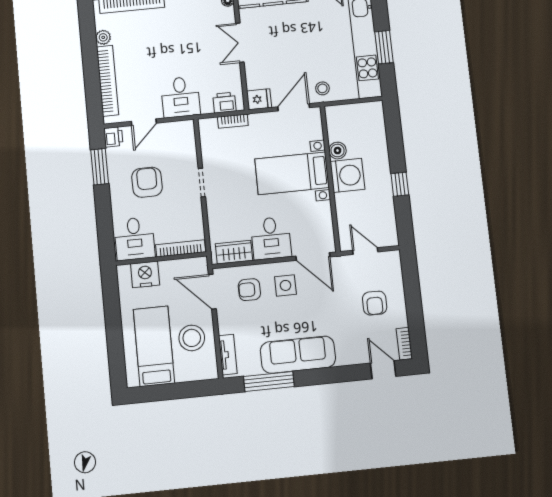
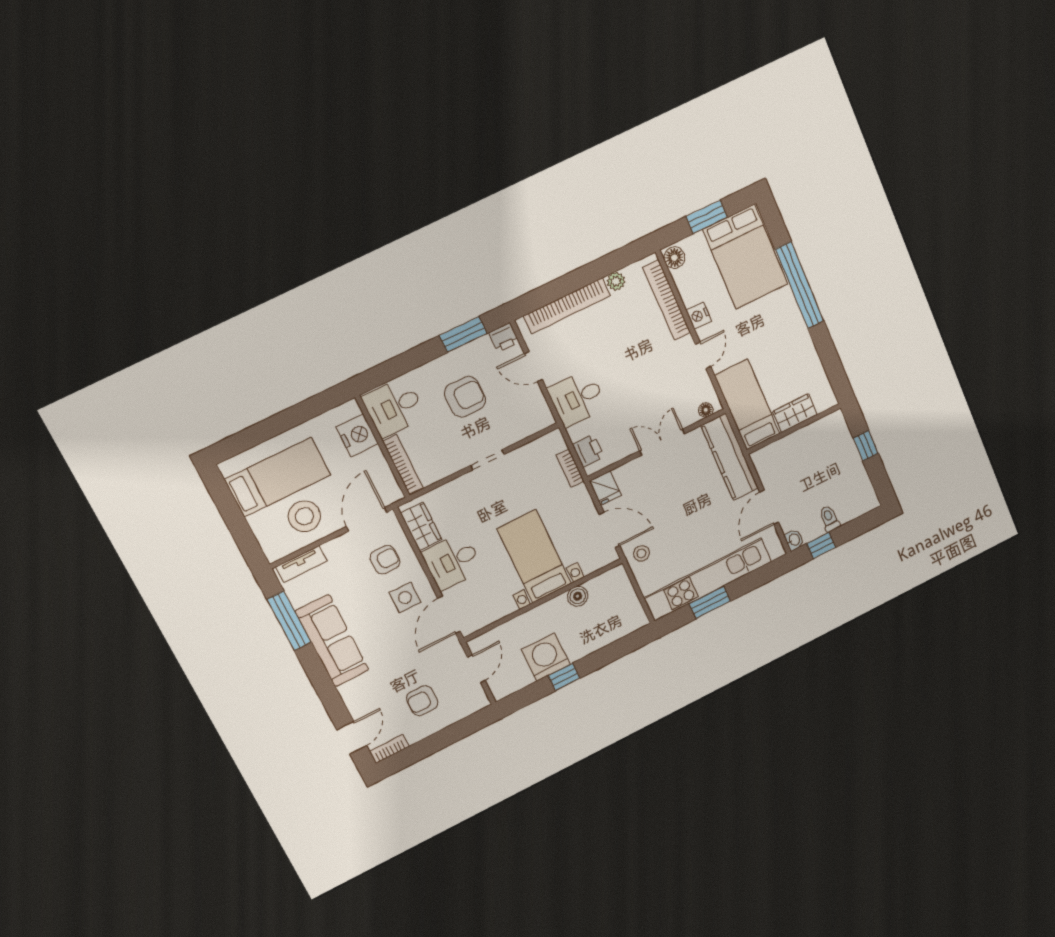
washing machine: (347, 175) -> (546, 657), moved, turned 180
armchair: (249, 290) -> (385, 560), turned 90

